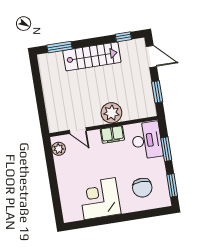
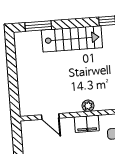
plant: (111, 113) -> (88, 106), width x0.53, depth x0.53
plant: (59, 149) -> (28, 134), removed

